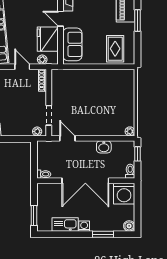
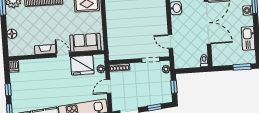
door: (60, 19) -> (63, 55), swing flipped
door: (67, 138) -> (170, 41), hinge flipped
window: (17, 139) -> (174, 87), added
washing machine: (84, 226) -> (248, 10), moved

